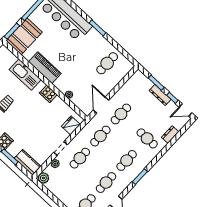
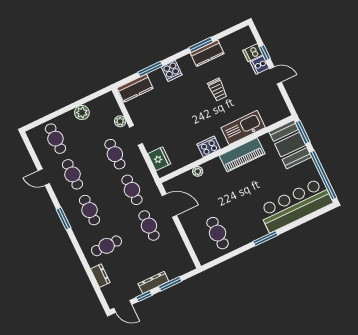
door: (186, 110) -> (123, 306), swing flipped
plant: (43, 178) -> (82, 113), moved

